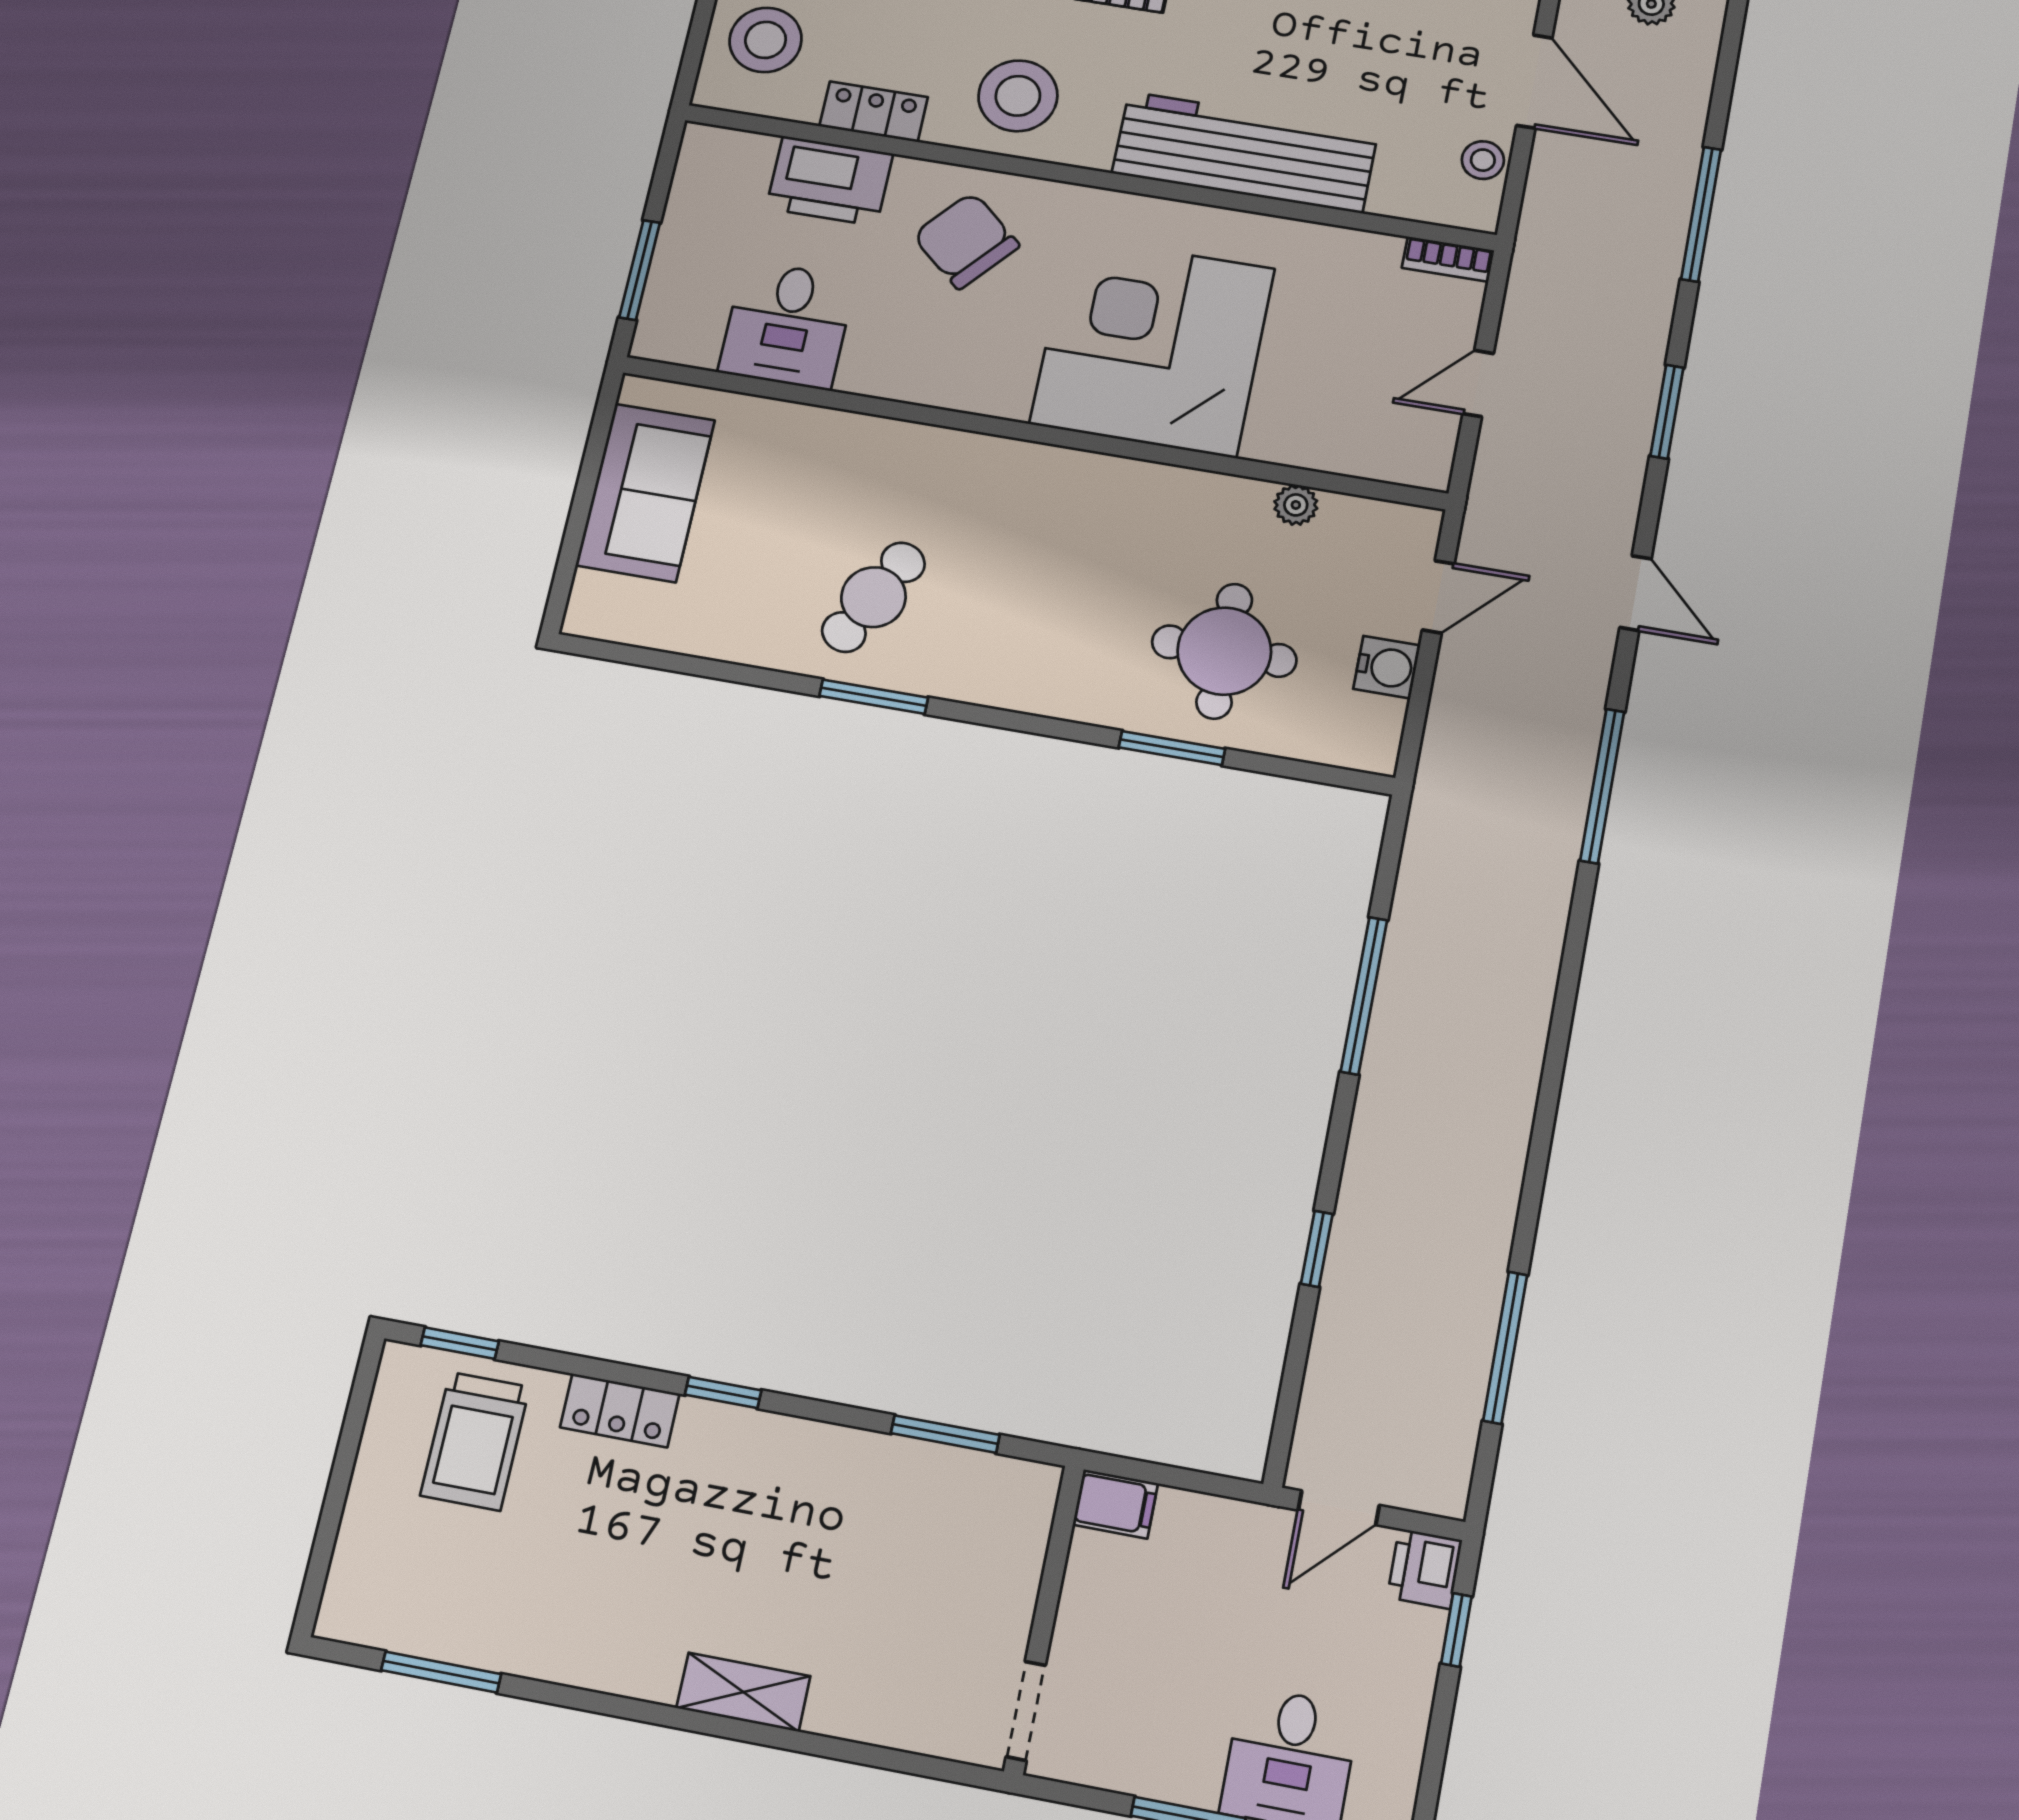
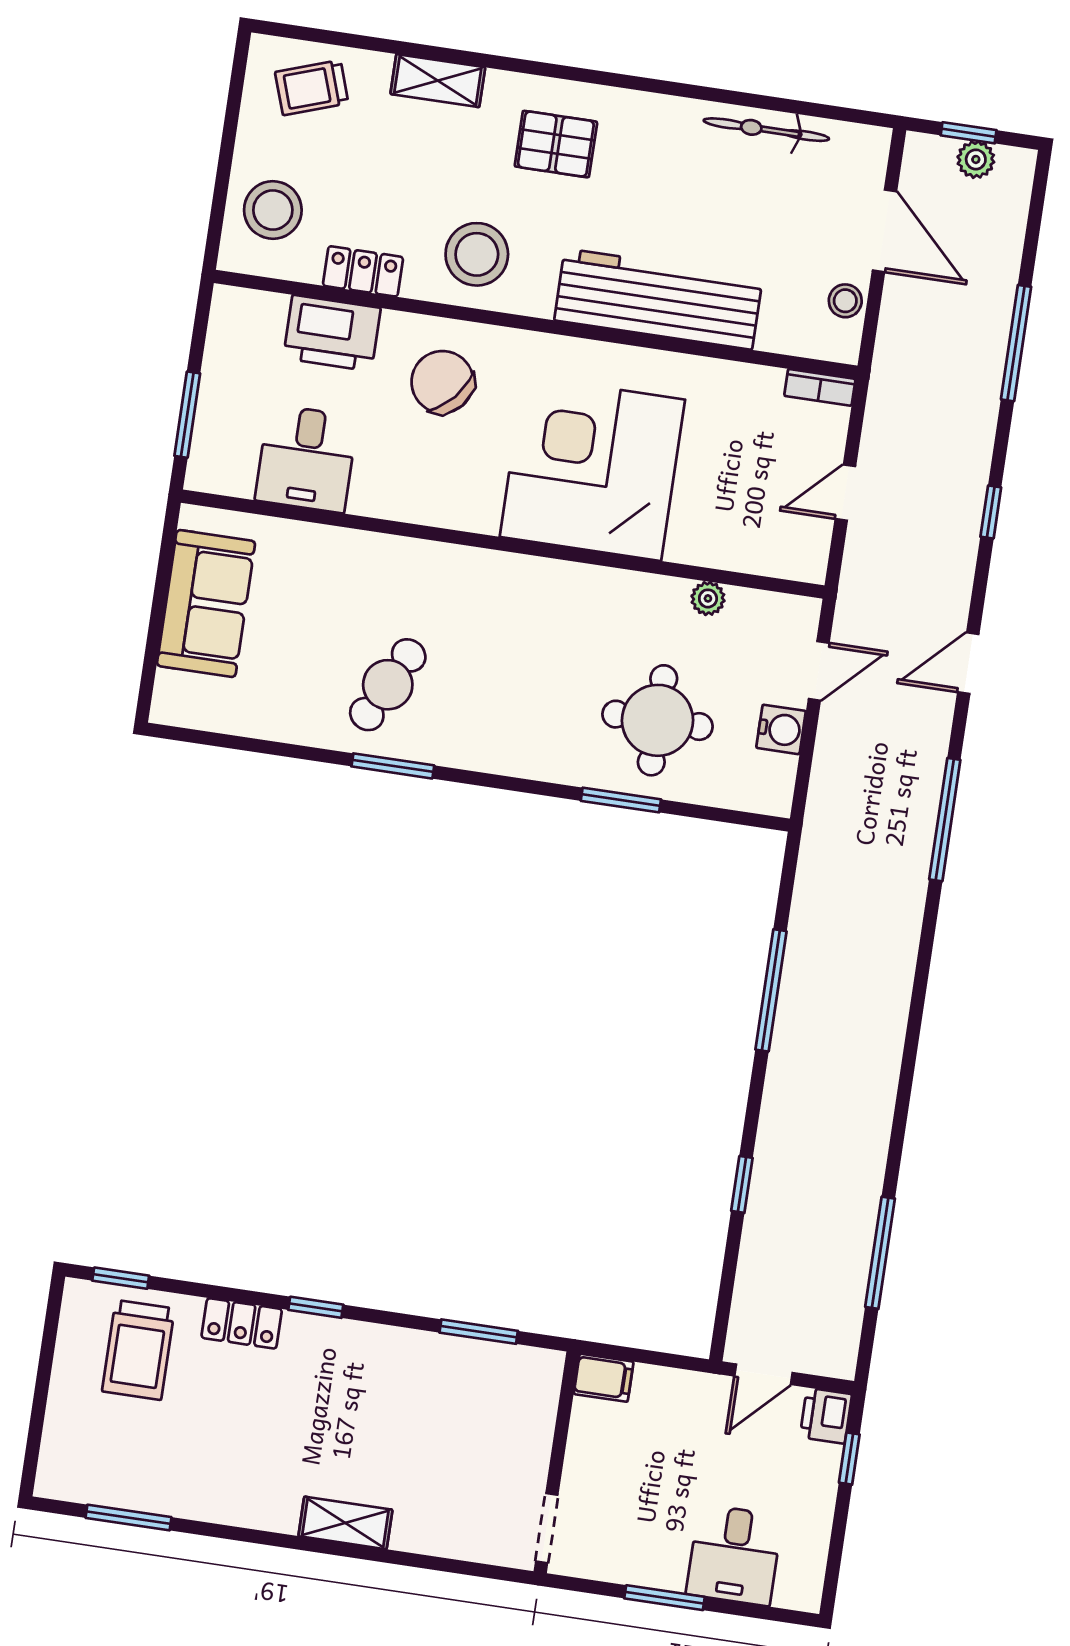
window: (1667, 412) -> (991, 512), width x0.67
door: (1636, 593) -> (968, 663), swing flipped

